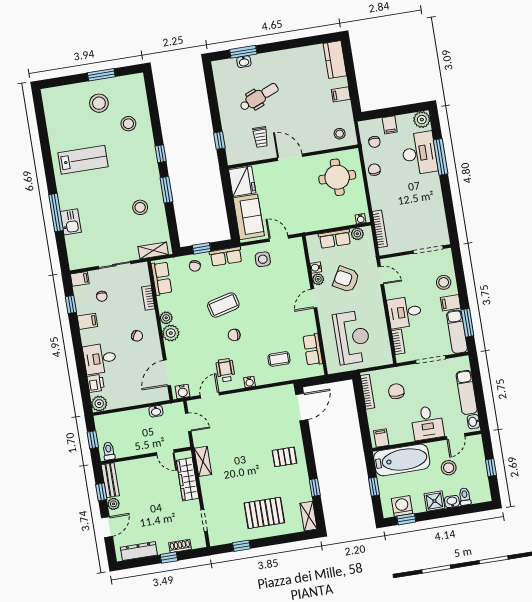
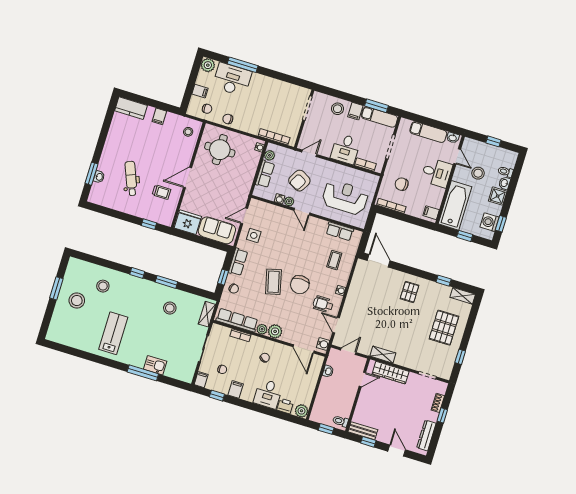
row of seats: (161, 278) -> (237, 320), width x1.48
chair: (234, 335) -> (300, 285), width x1.87, depth x1.87
plant: (114, 504) -> (382, 437), removed

